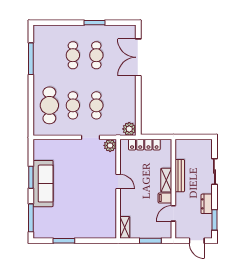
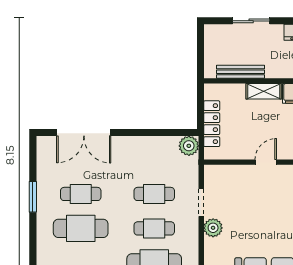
cafe table: (73, 55) -> (81, 228), width x1.37, depth x1.35
plant: (110, 145) -> (213, 228), moved
bench: (180, 176) -> (240, 72), moved

